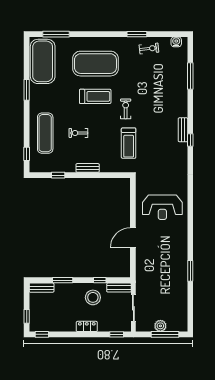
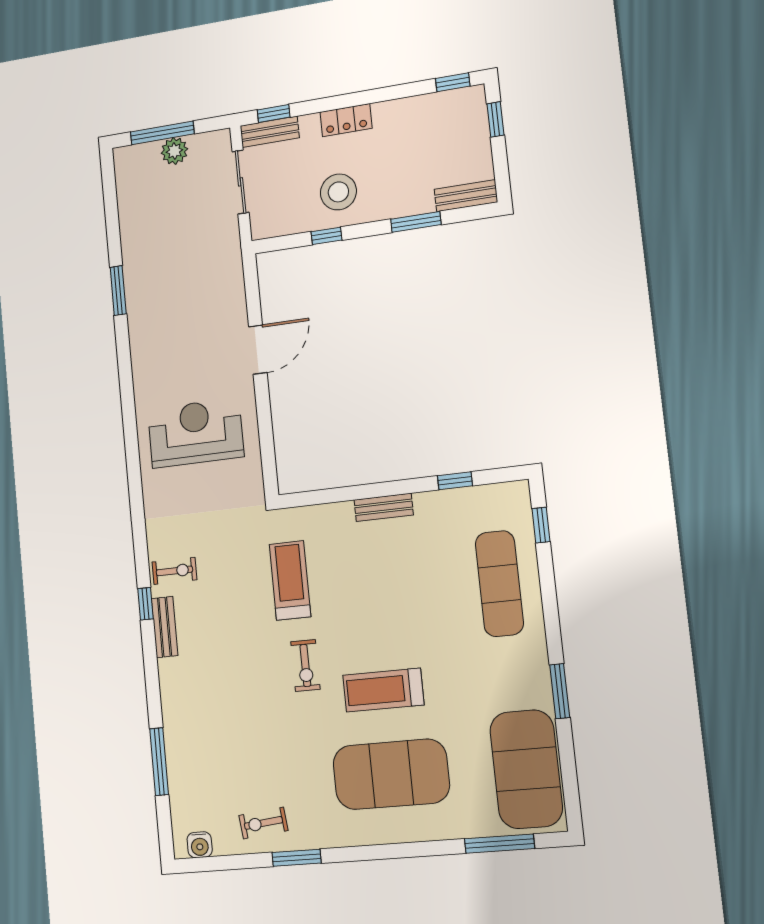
exercise bike: (78, 133) -> (174, 571), moved
bench: (119, 288) -> (270, 132), moved

